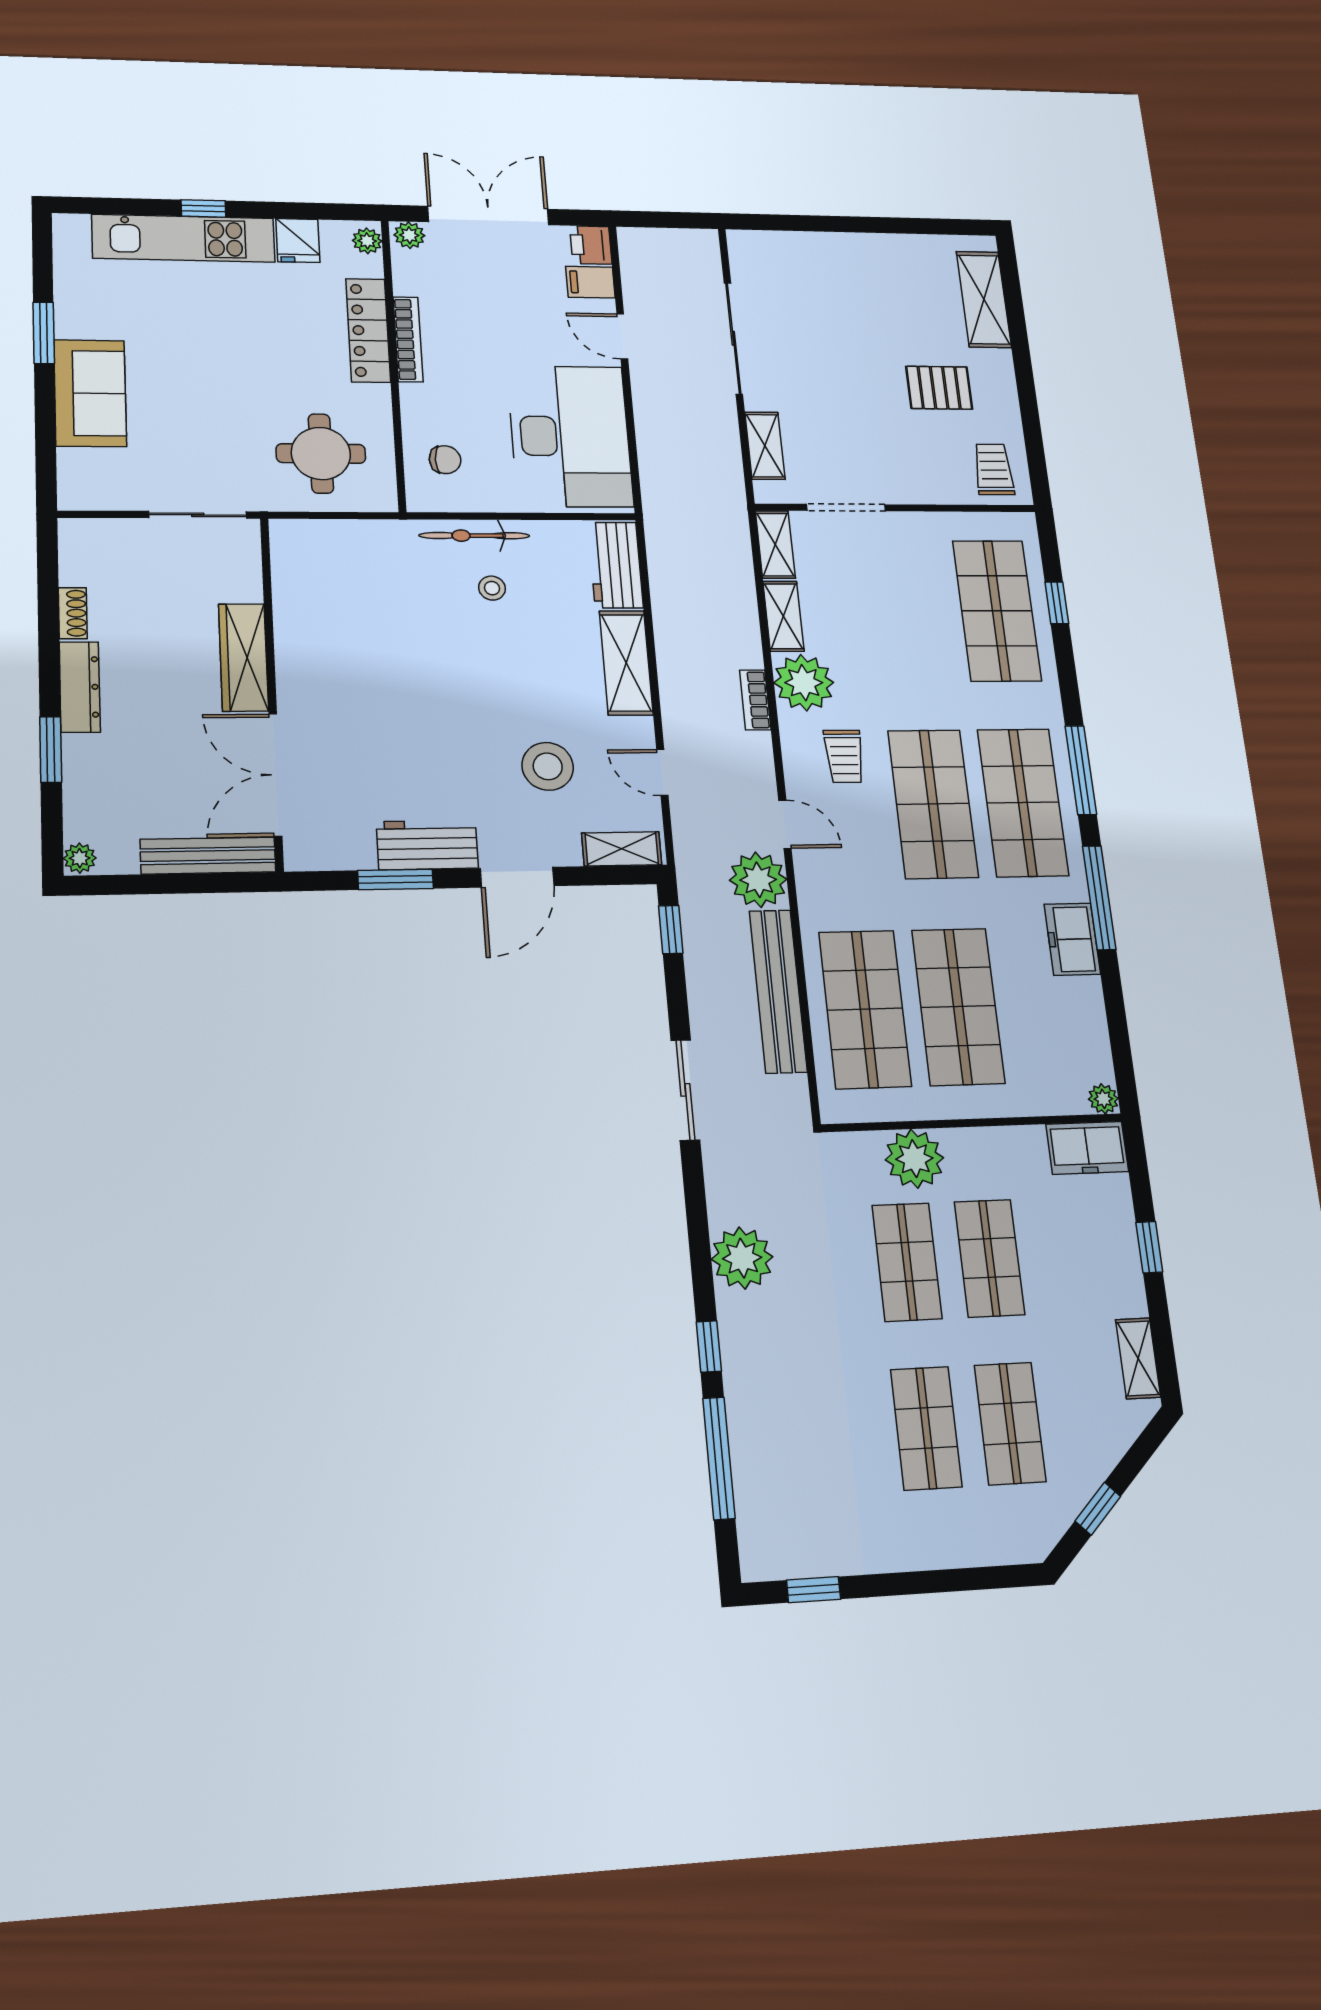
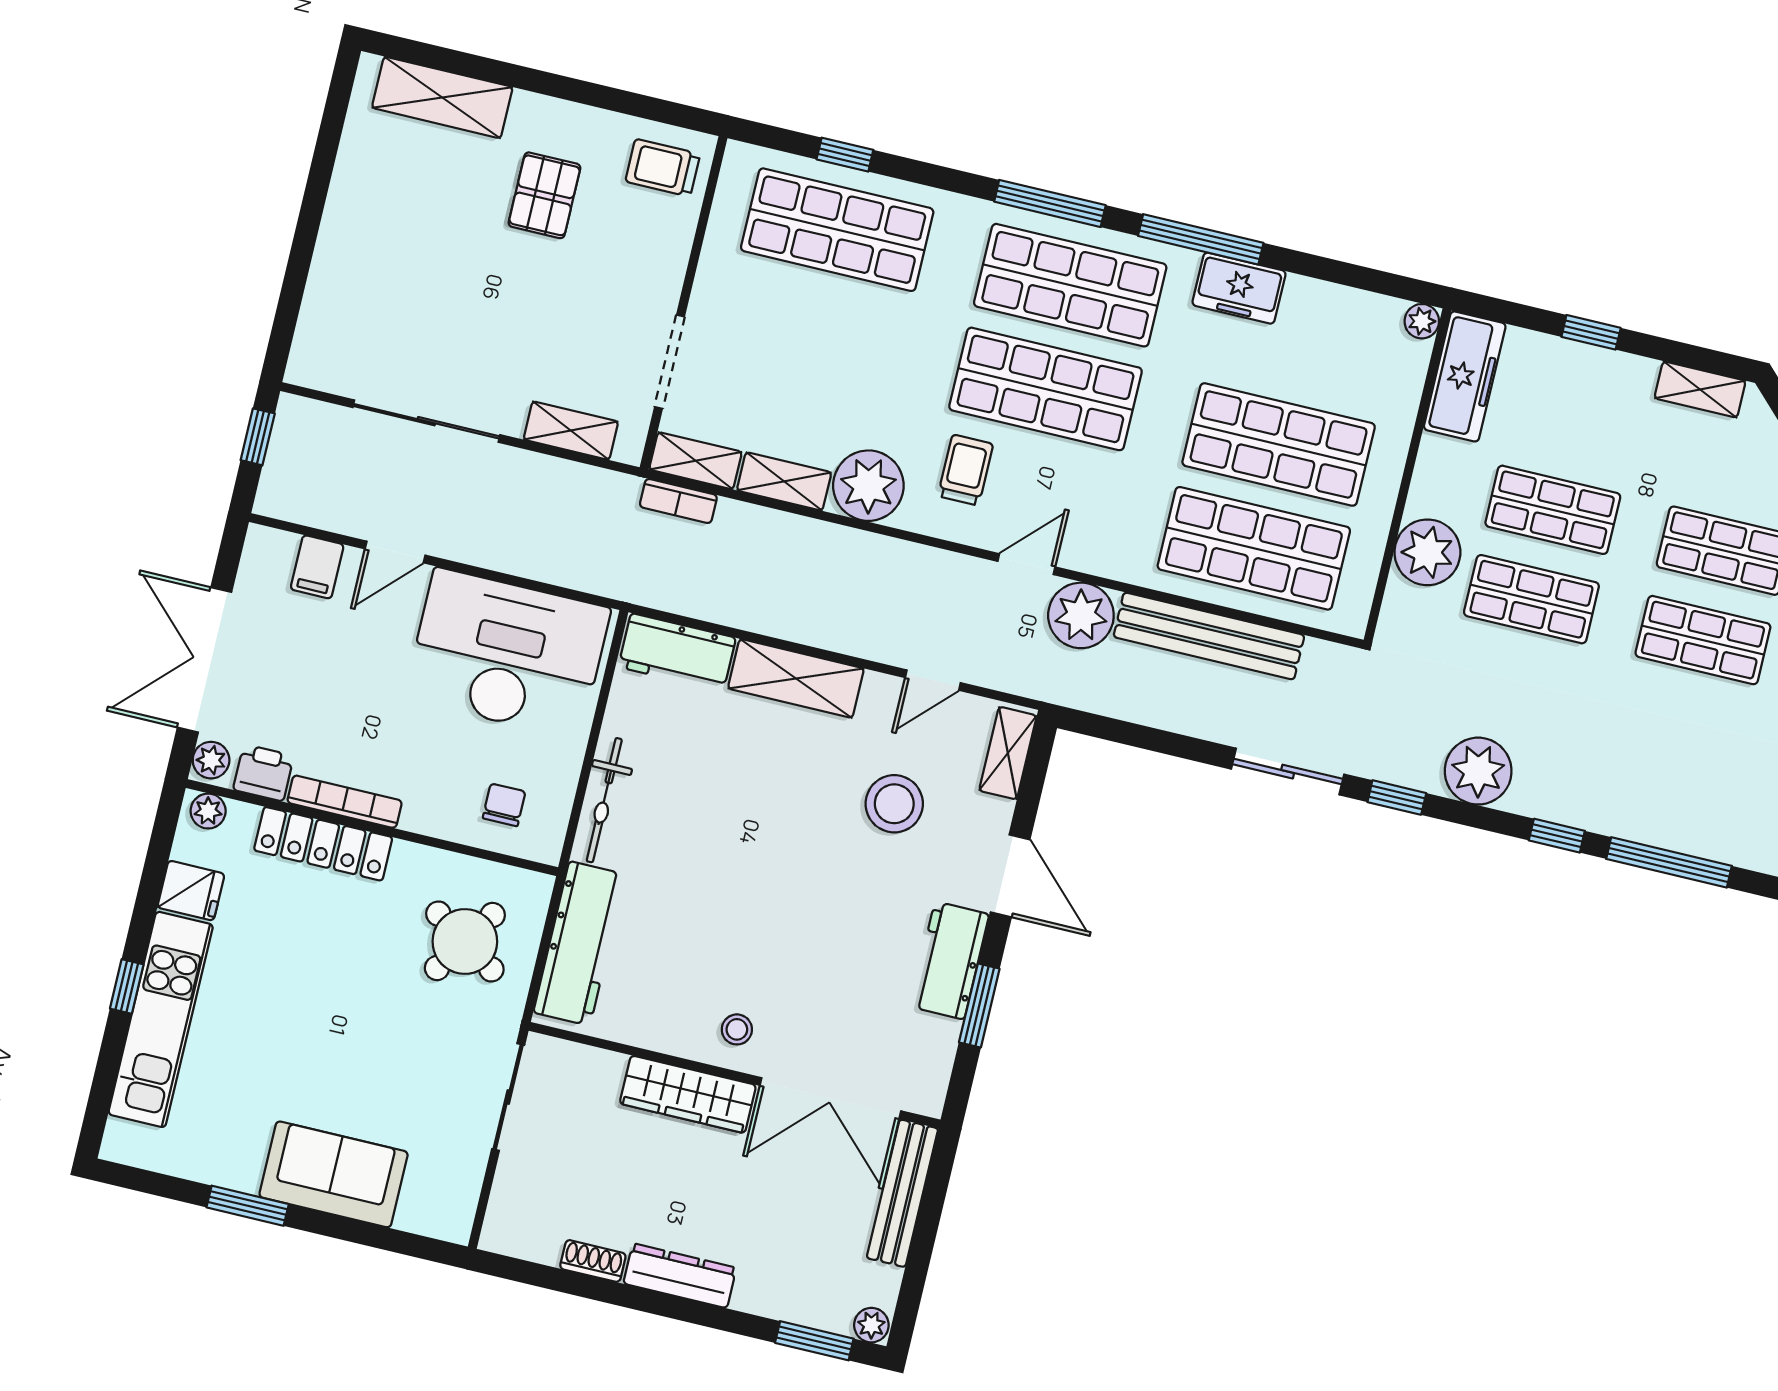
window: (677, 220) -> (258, 437), added
printer: (591, 245) -> (263, 773), moved, turned 180
round table: (321, 454) -> (465, 941), turned 33
workbench: (347, 543) -> (580, 943), added
stool: (492, 588) -> (737, 1029), moved
bookcase: (755, 700) -> (678, 501), moved
window: (51, 749) -> (814, 1341), moved
trolley: (844, 756) -> (966, 470), turned -90
window: (671, 930) -> (1397, 798), moved
freezer: (1087, 1148) -> (1465, 376), width x1.40

